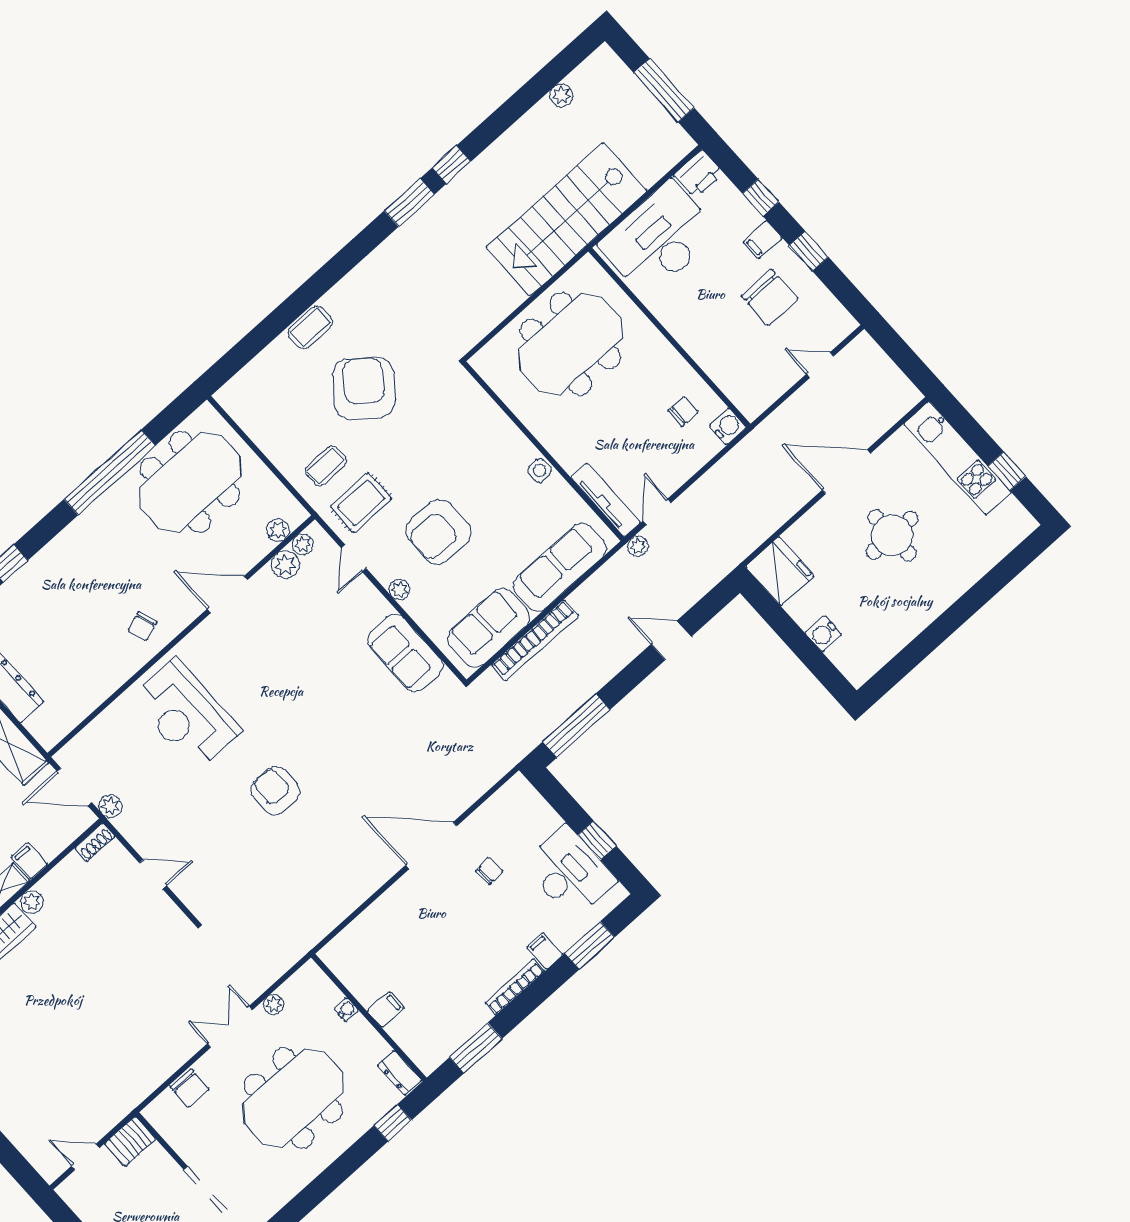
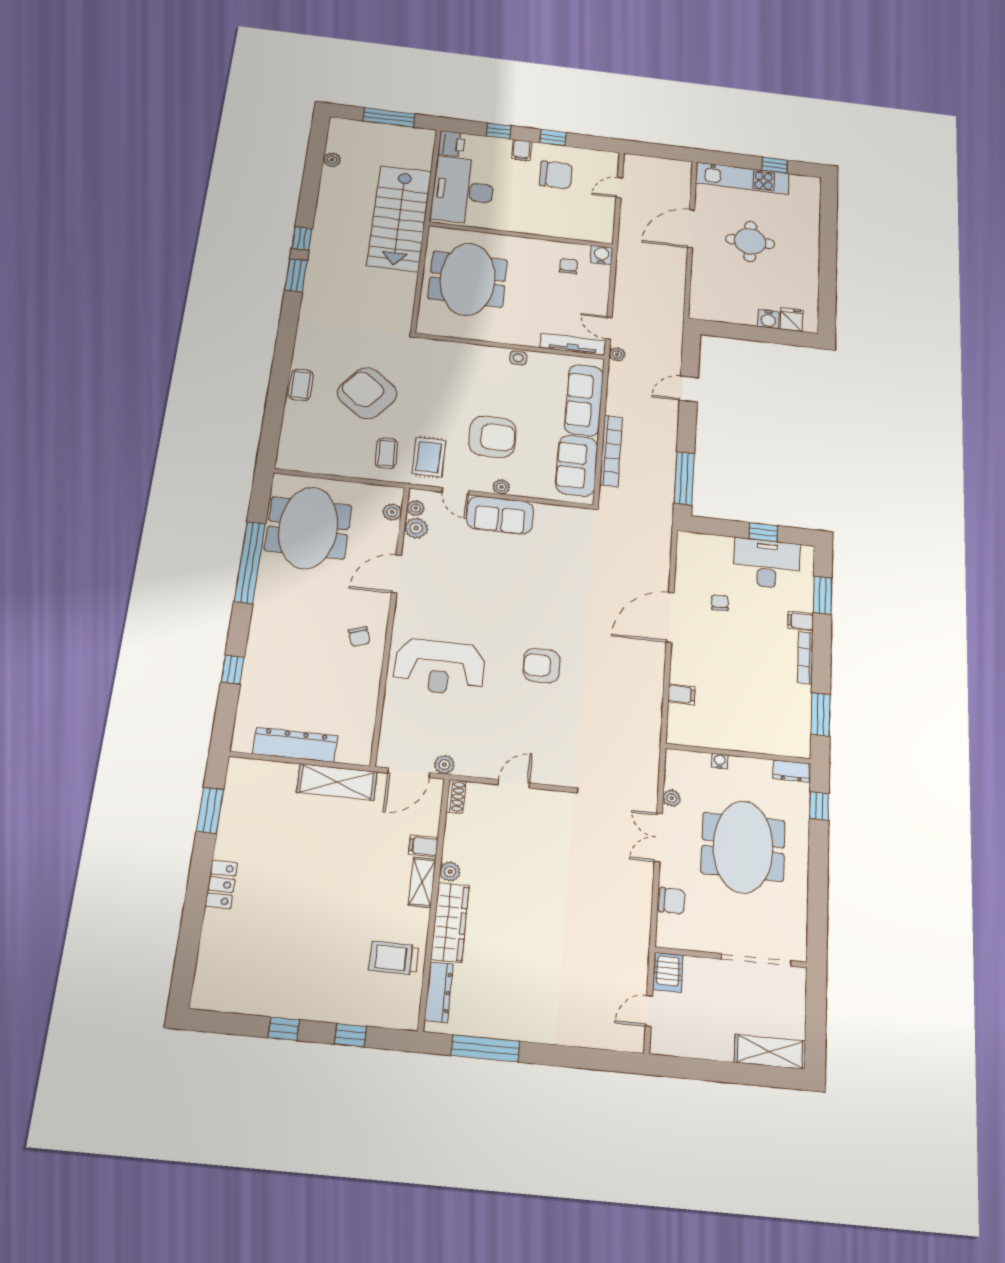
armchair: (438, 532) -> (492, 437), turned -91
fridge: (780, 571) -> (791, 320), moved, width x0.53, depth x0.75
sofa: (405, 653) -> (500, 515), moved
filing cabinet: (386, 1010) -> (681, 694), moved, turned 90

